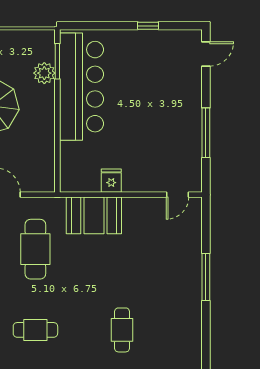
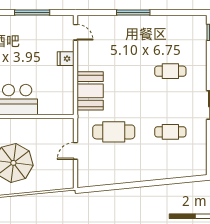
fridge: (111, 181) -> (66, 59), moved
cafe table: (35, 330) -> (170, 132), turned 90

